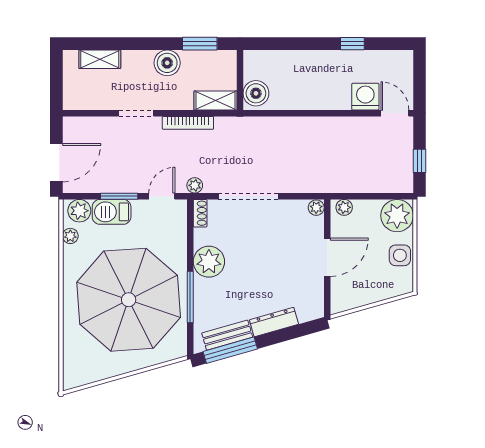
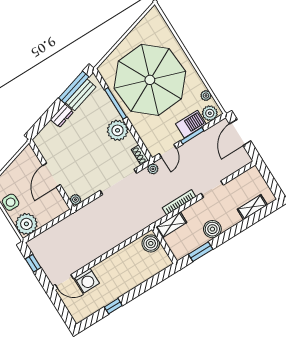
plant: (344, 207) -> (60, 210), removed
dresser: (274, 322) -> (62, 116), width x0.70

